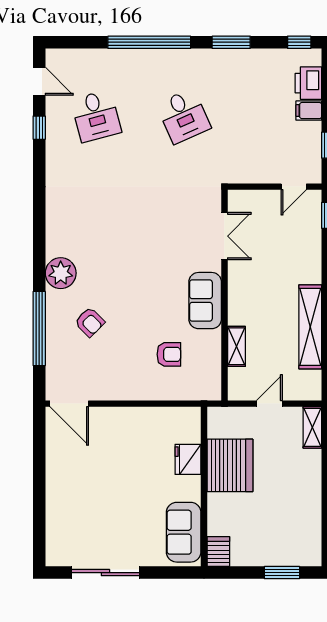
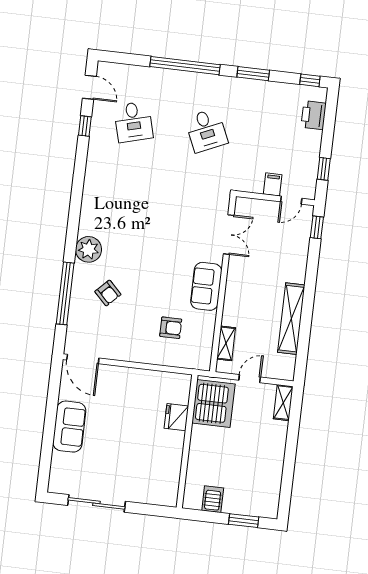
filing cabinet: (309, 111) -> (273, 184), moved, turned 90
shelving: (237, 346) -> (226, 343), moved
server rack: (230, 465) -> (213, 404), moved
sofa: (184, 532) -> (69, 427), moved, turned 180
server rack: (218, 551) -> (213, 499), moved

